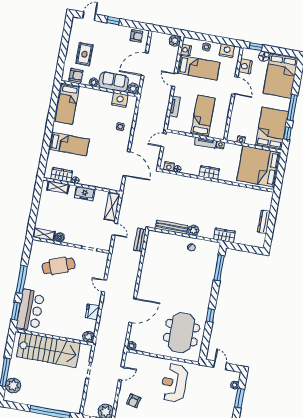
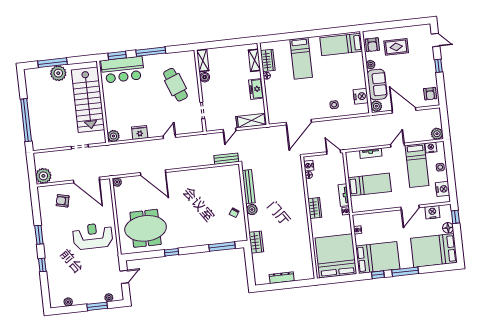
door: (121, 373) -> (86, 180), width x1.87
plant: (13, 385) -> (58, 73), moved

